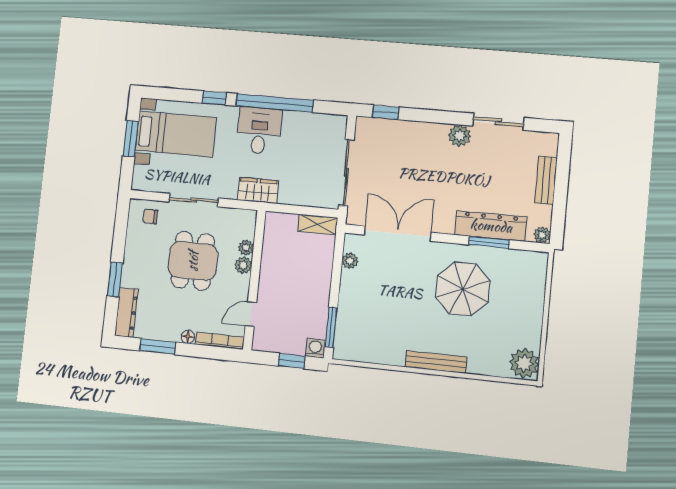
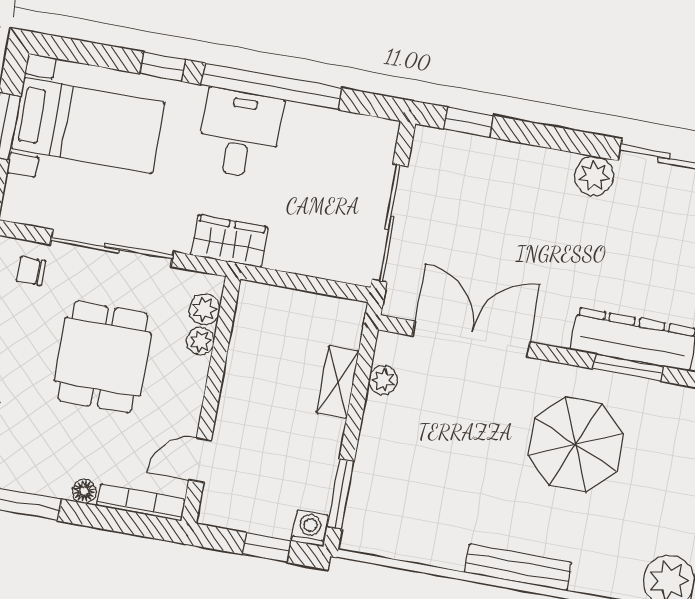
sliding door: (194, 200) -> (112, 248), width x1.37
shelving: (318, 225) -> (338, 382), moved, turned 90
plant: (243, 265) -> (204, 309), moved

